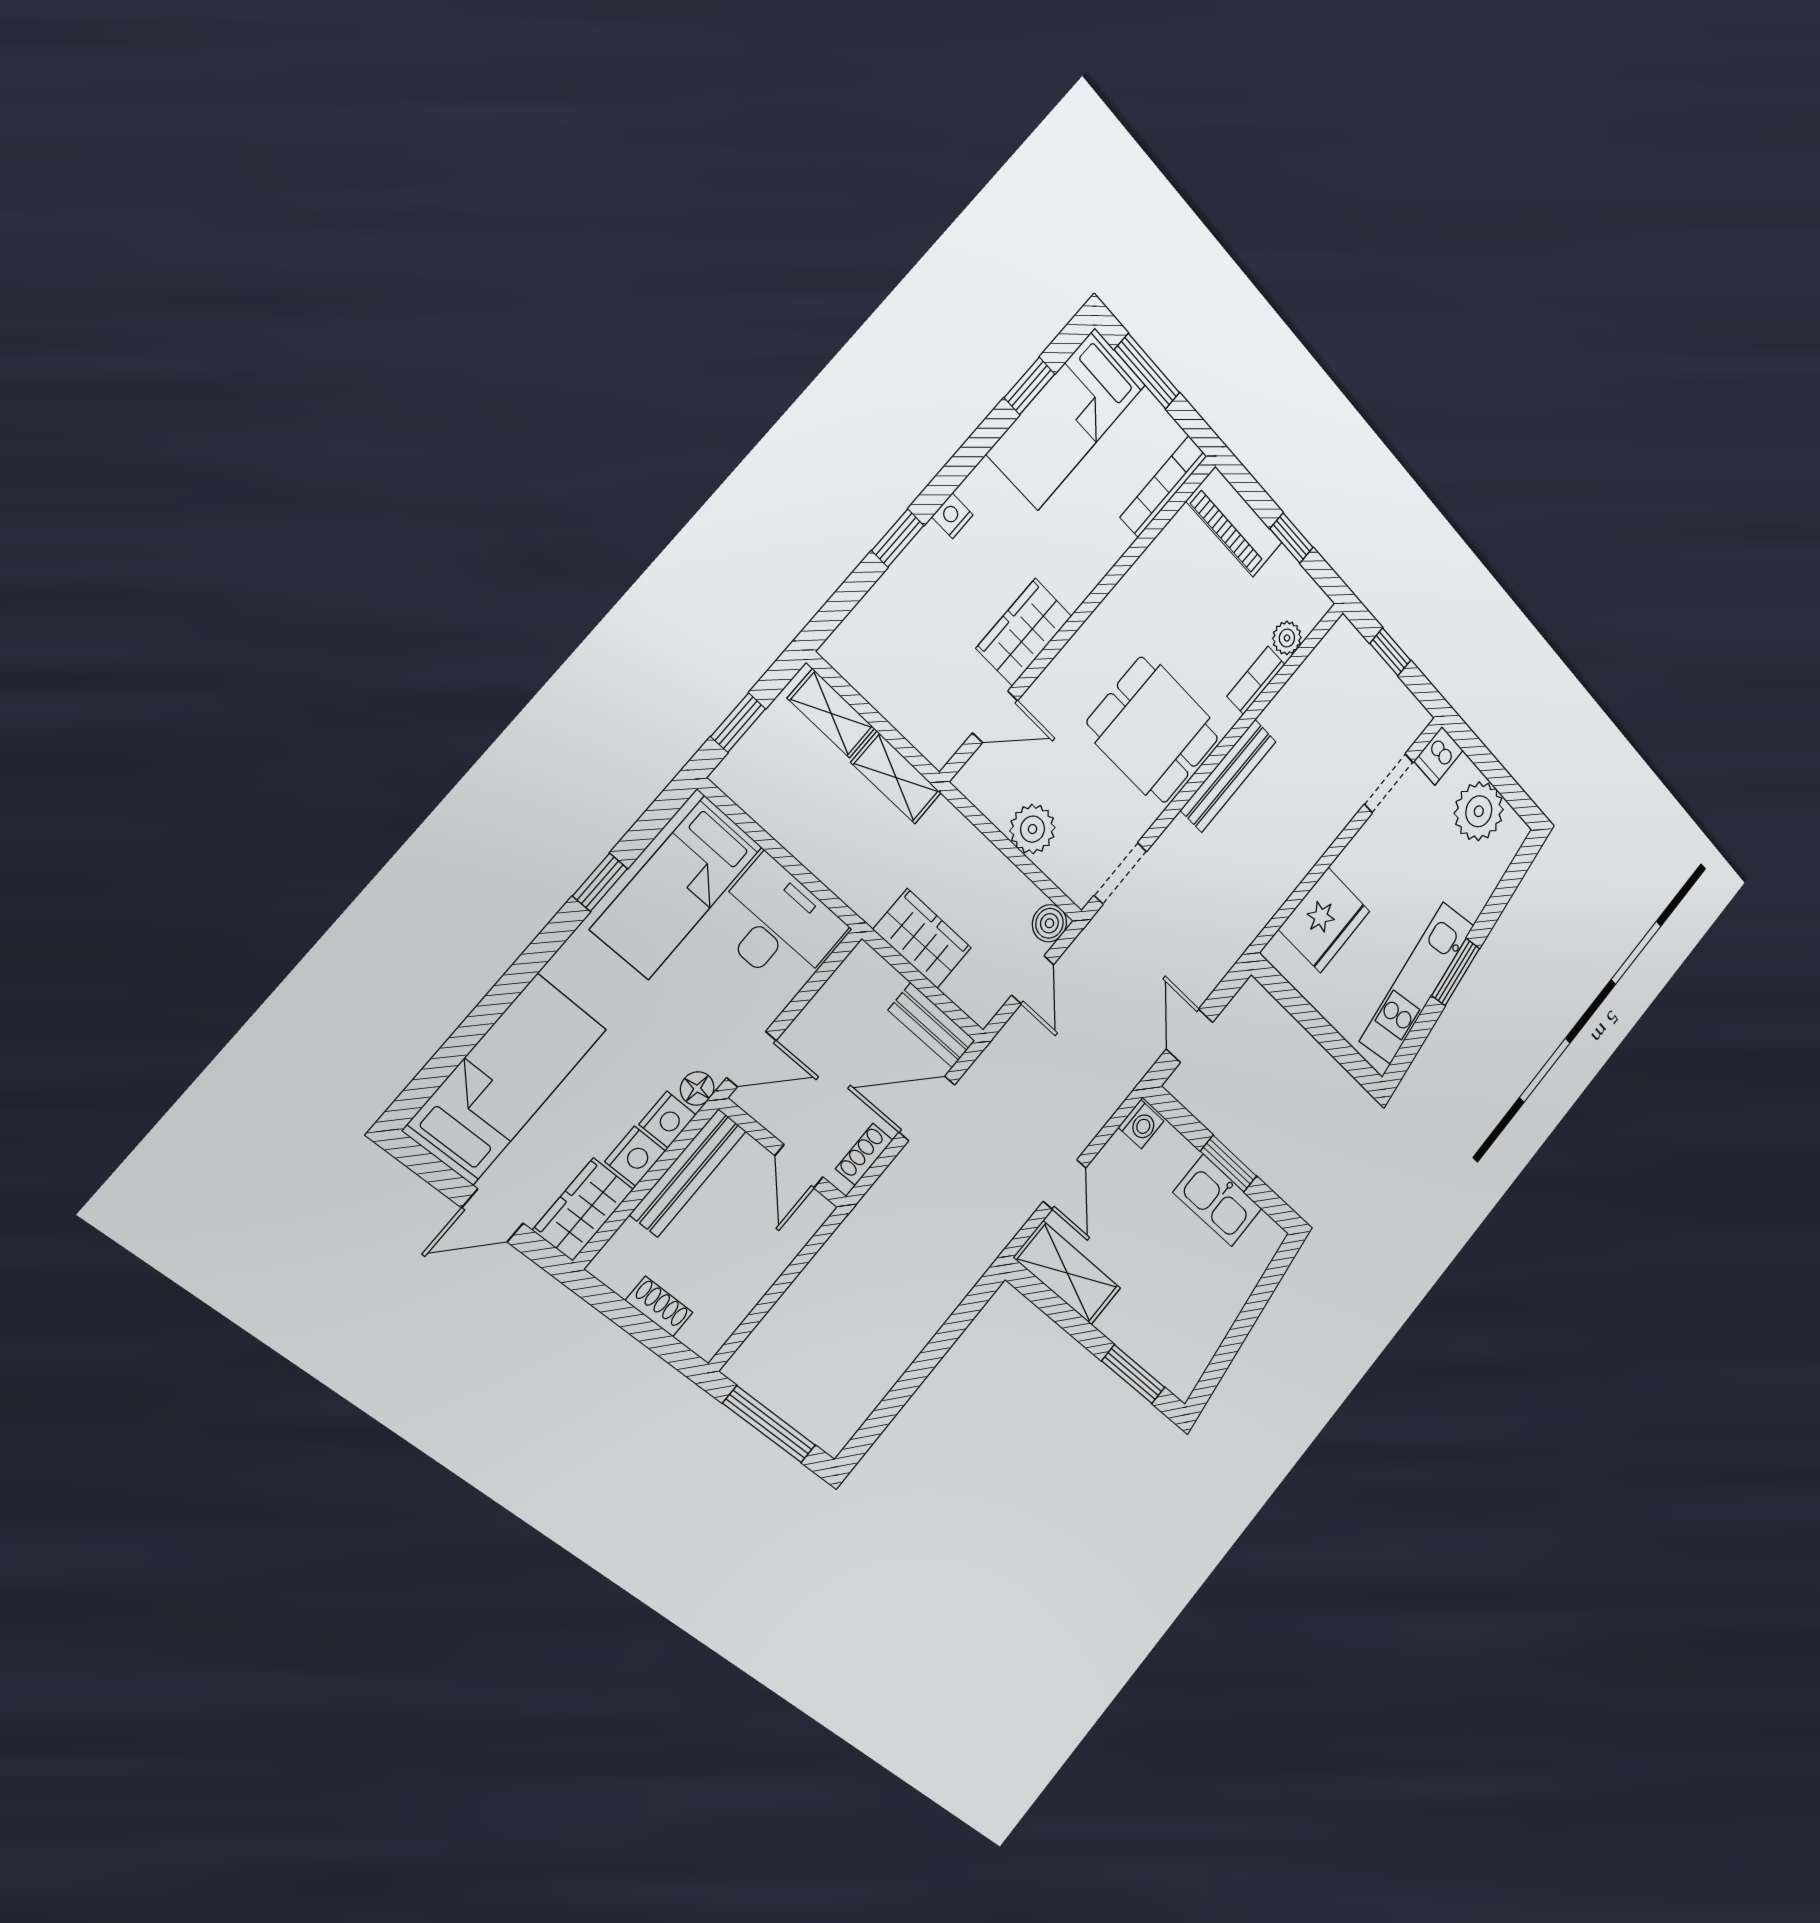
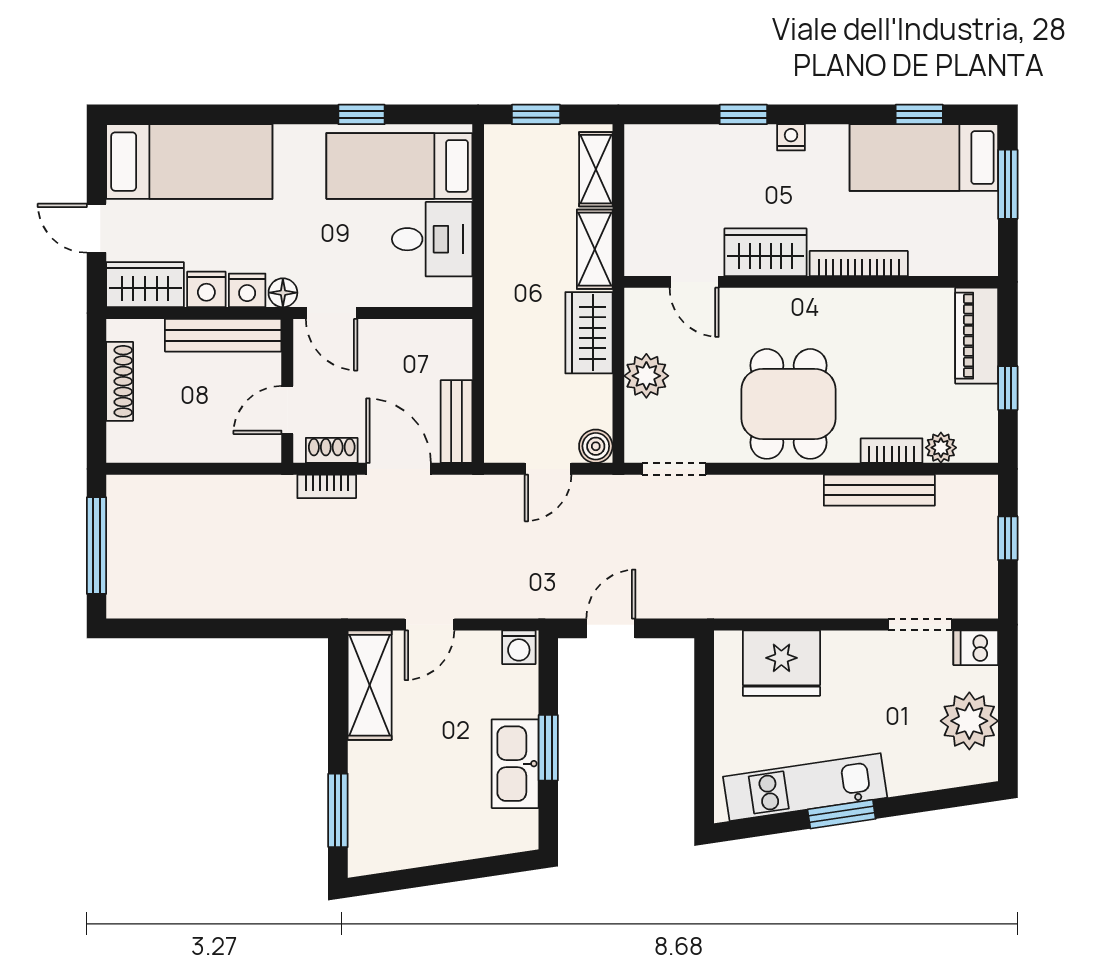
bookcase: (1164, 487) -> (859, 263), moved
bench: (1228, 776) -> (879, 490), moved
desk: (777, 925) -> (432, 239), width x0.73
wardrobe: (922, 939) -> (589, 333), moved, turned 180
bookcase: (889, 1183) -> (327, 486), added
shoe rack: (659, 1307) -> (120, 381), width x1.43

